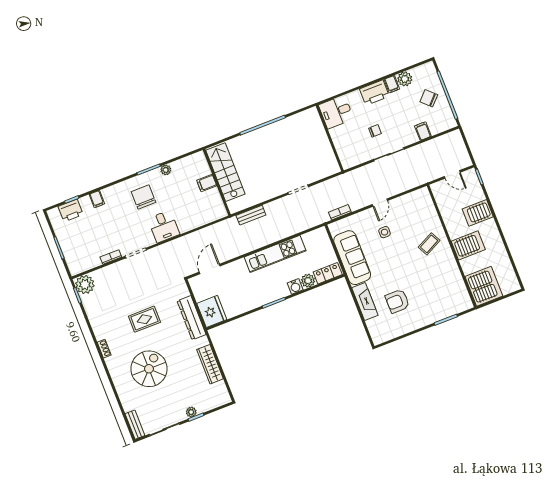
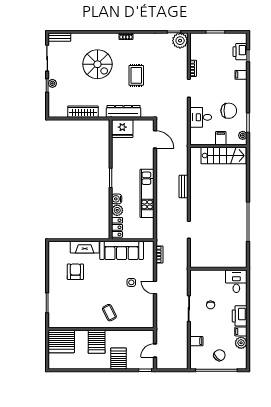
stairs: (225, 172) -> (224, 156), moved
wall: (217, 182) -> (218, 146), moved
filing cabinet: (207, 183) -> (221, 138), moved

